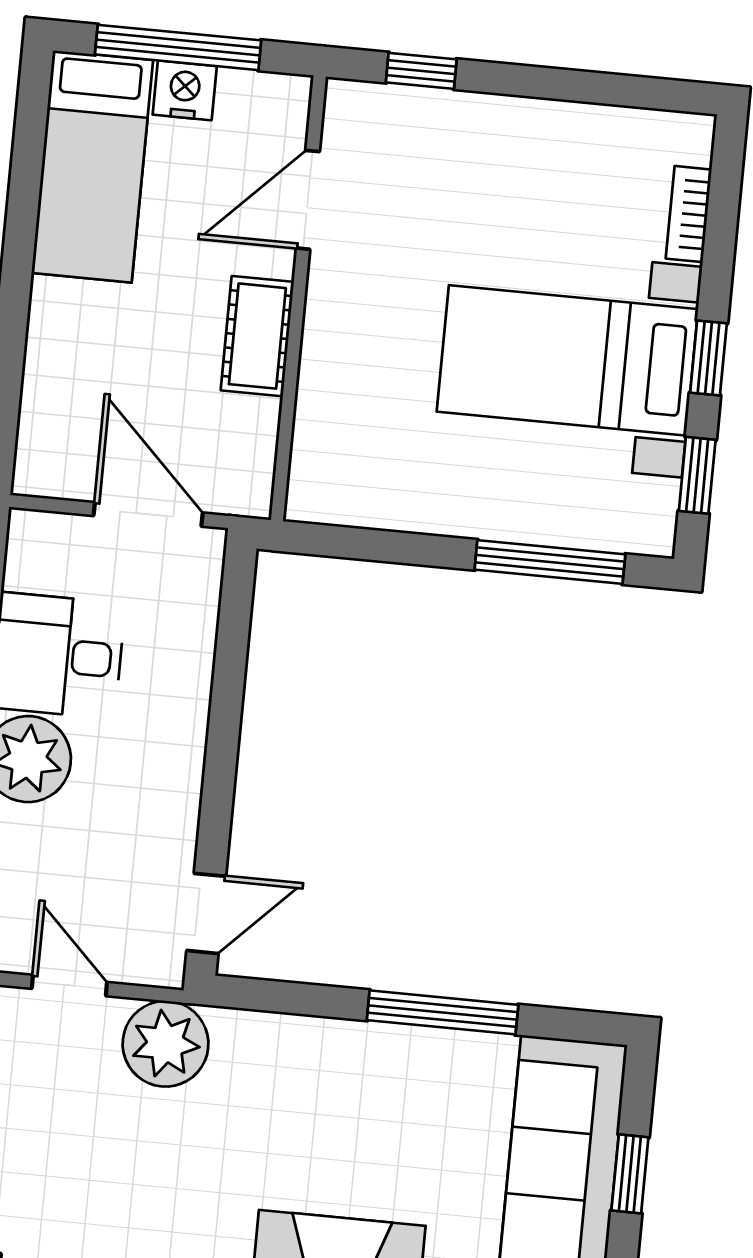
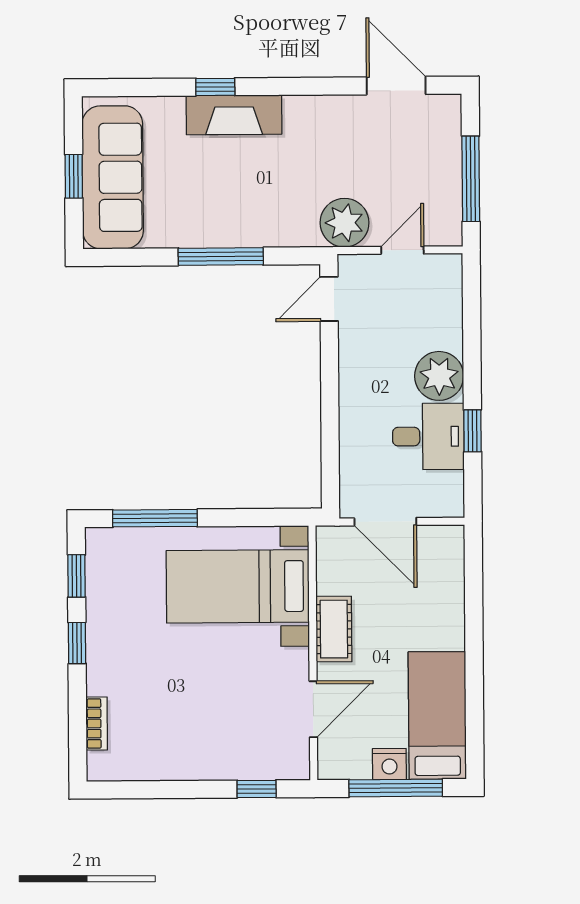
bed with nightstands: (567, 360) -> (238, 586), moved, turned 180
door: (69, 985) -> (402, 250), swing flipped
window: (443, 1012) -> (221, 257), moved

